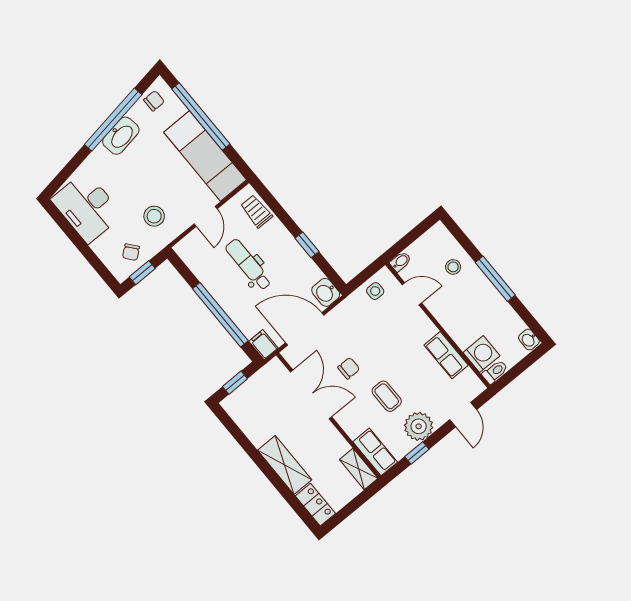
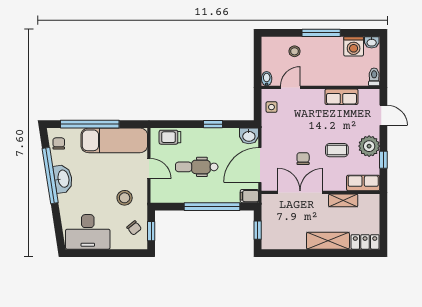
washing machine: (481, 354) -> (354, 46), moved, turned 180
shelving: (359, 469) -> (343, 200), moved

